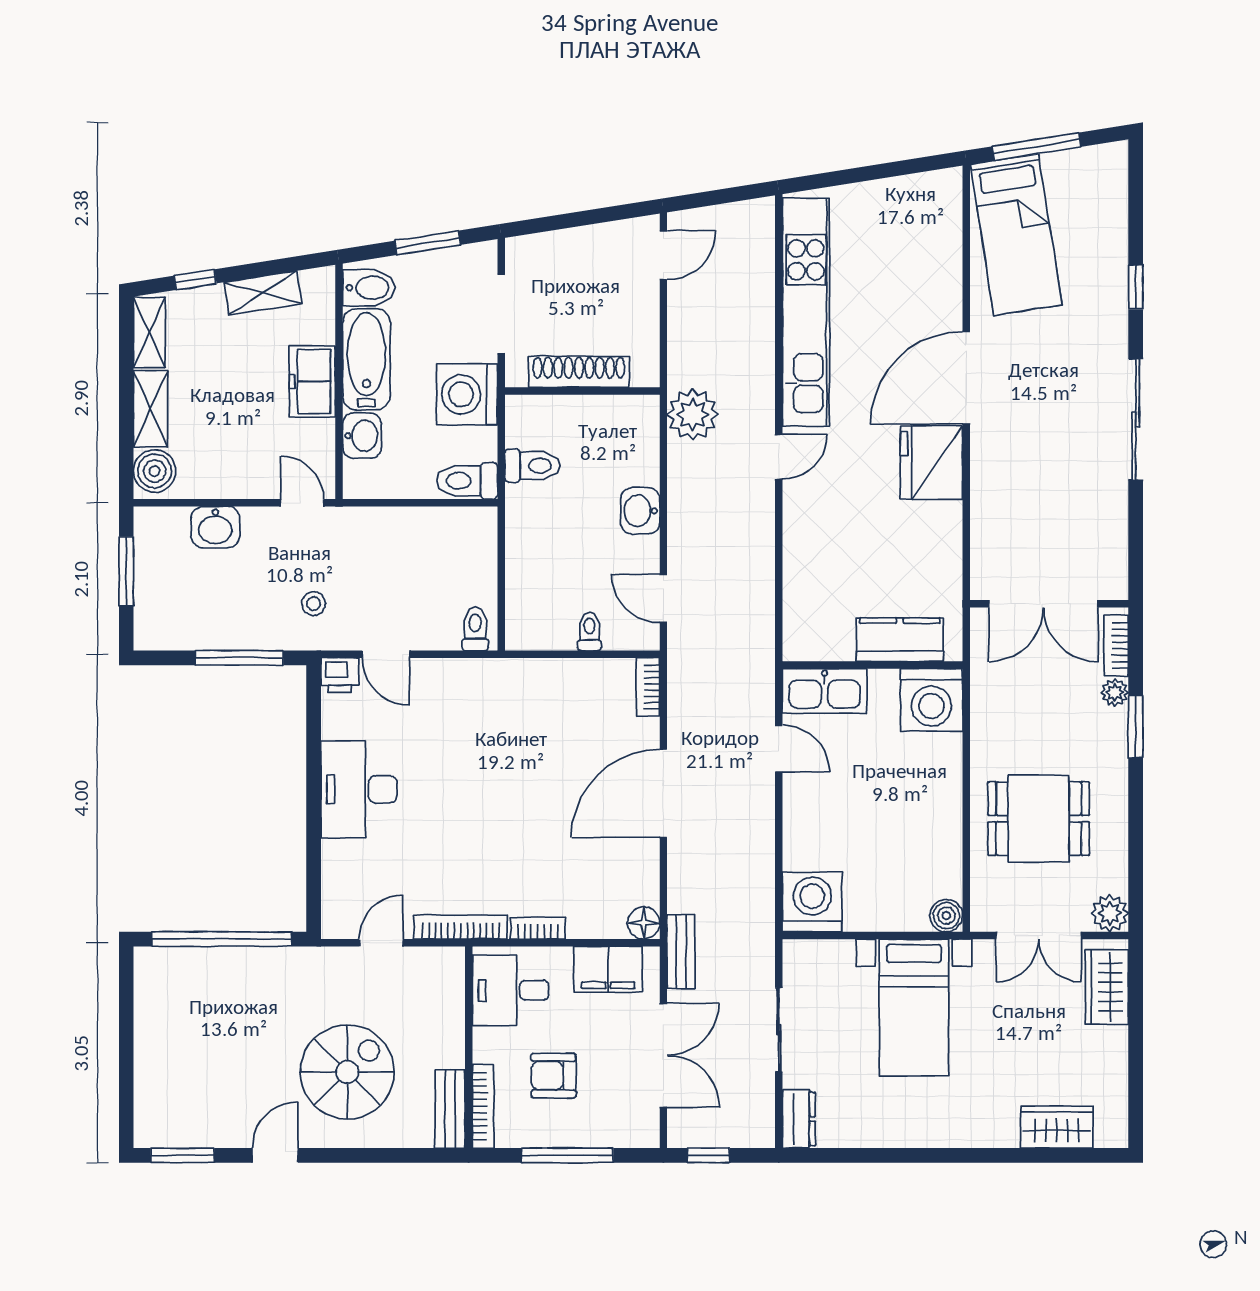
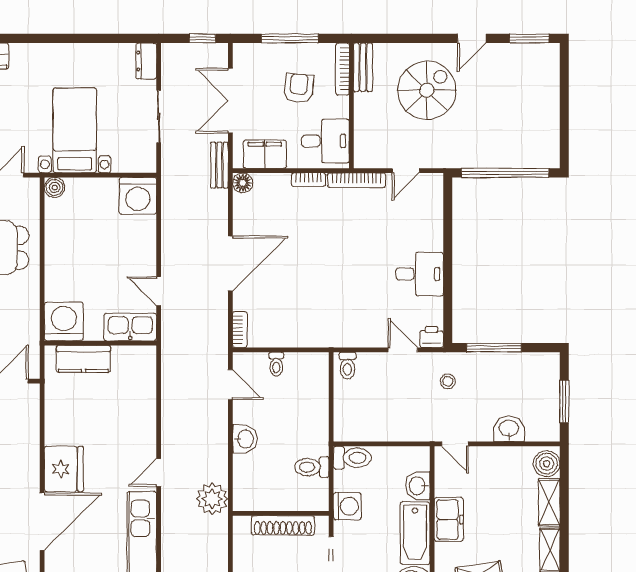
washing machine: (467, 394) -> (347, 506), width x0.73, depth x0.73
desk: (359, 789) -> (420, 274), width x0.73
spiral stairs: (347, 1072) -> (427, 90), turned 180
armchair: (554, 1076) -> (299, 88), turned -84

